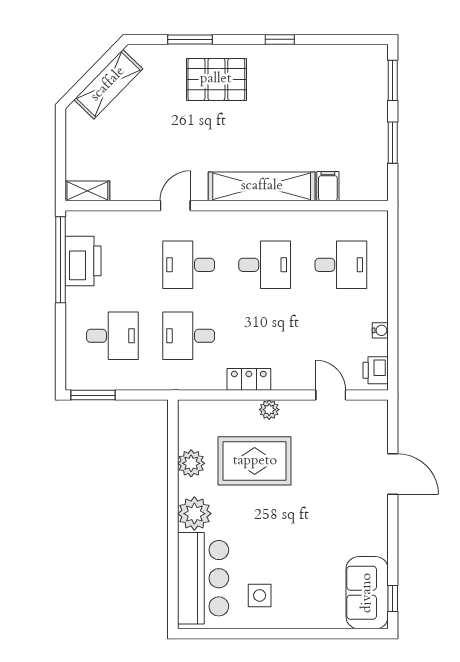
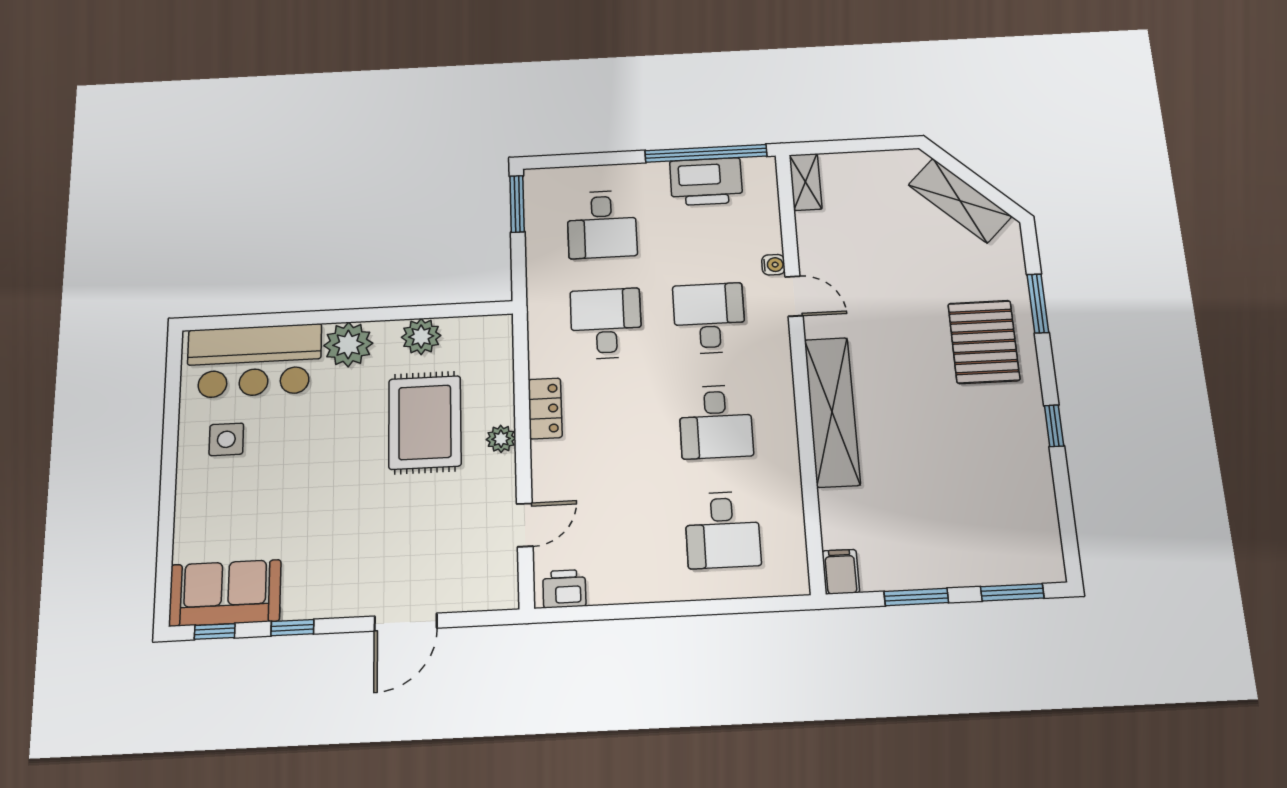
filing cabinet: (328, 186) -> (841, 572), moved, turned -90
water cooler: (380, 330) -> (773, 265), moved, turned -90
window: (393, 548) -> (292, 628), added

